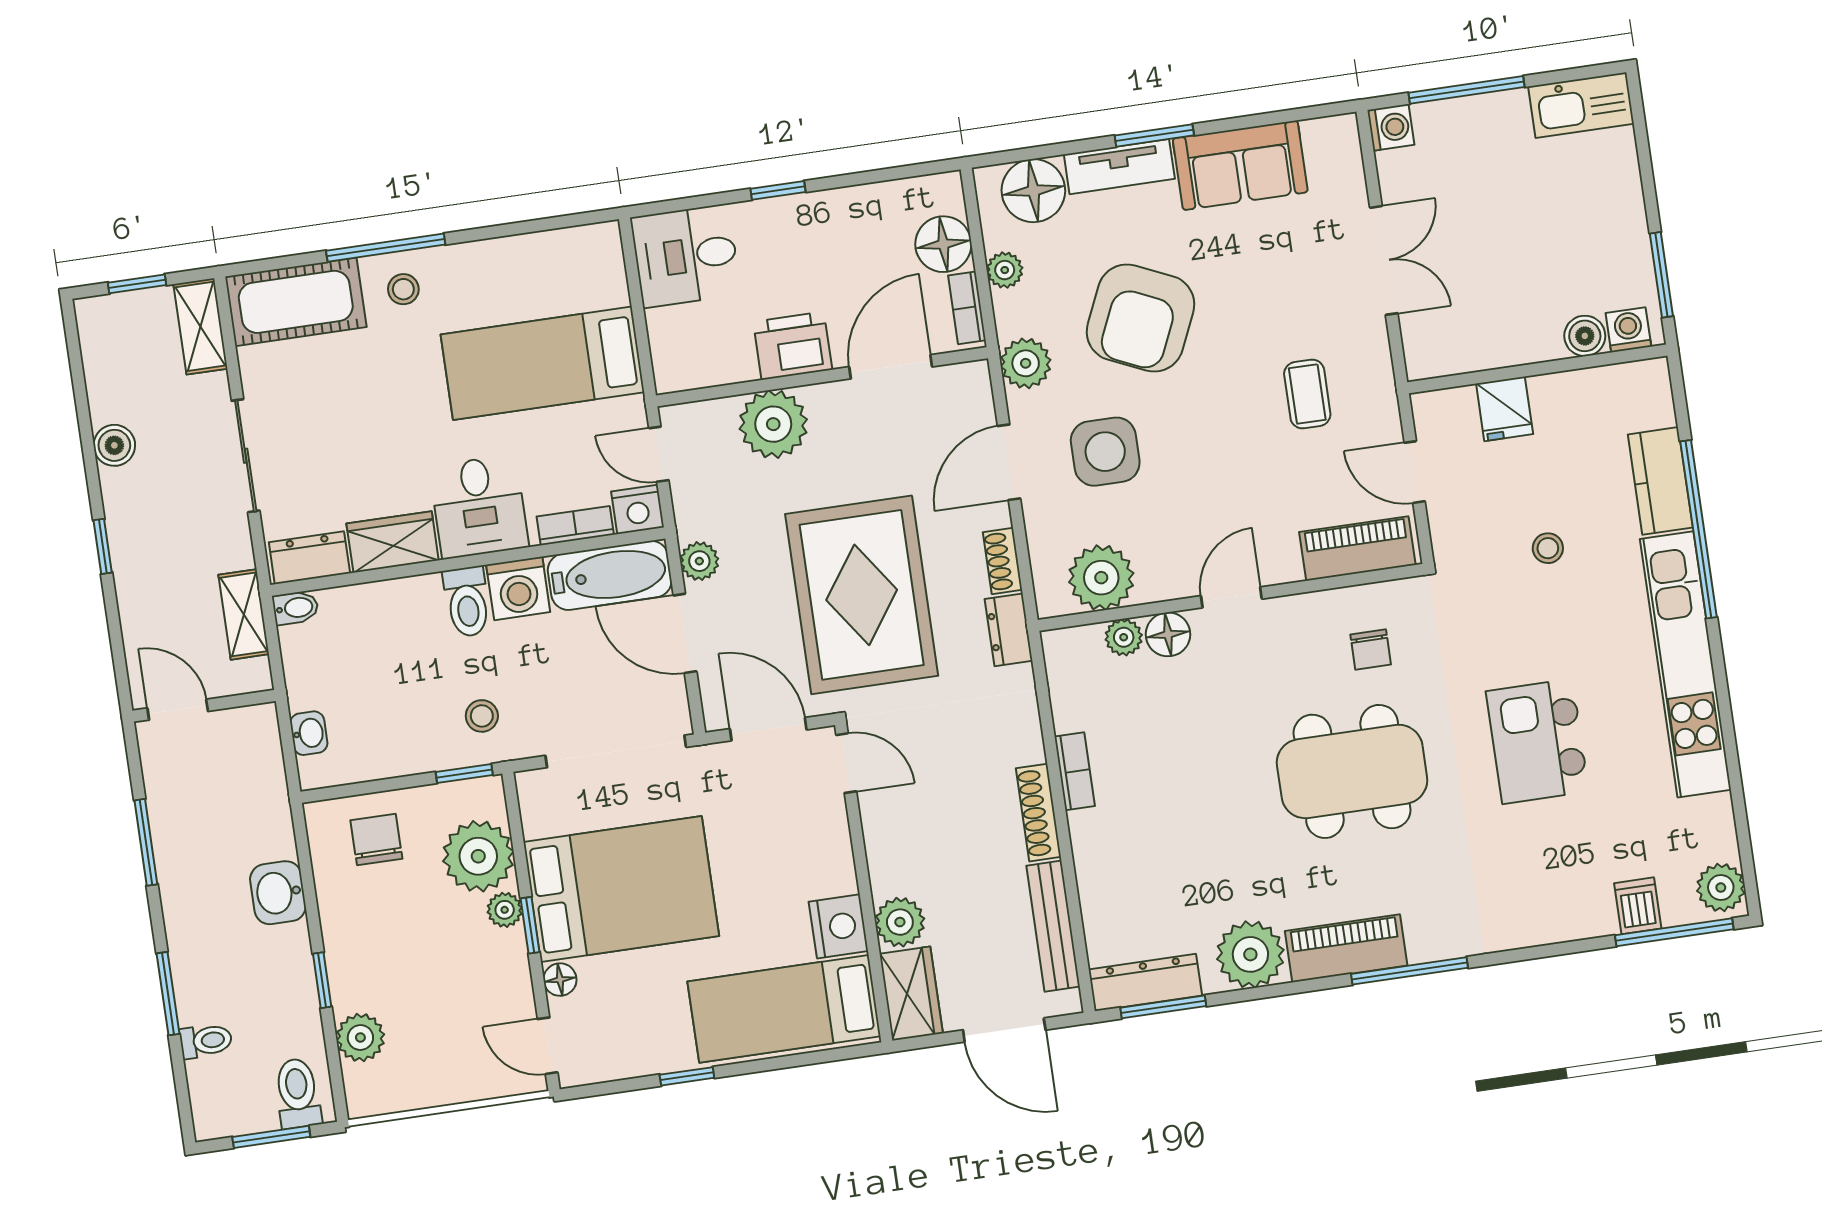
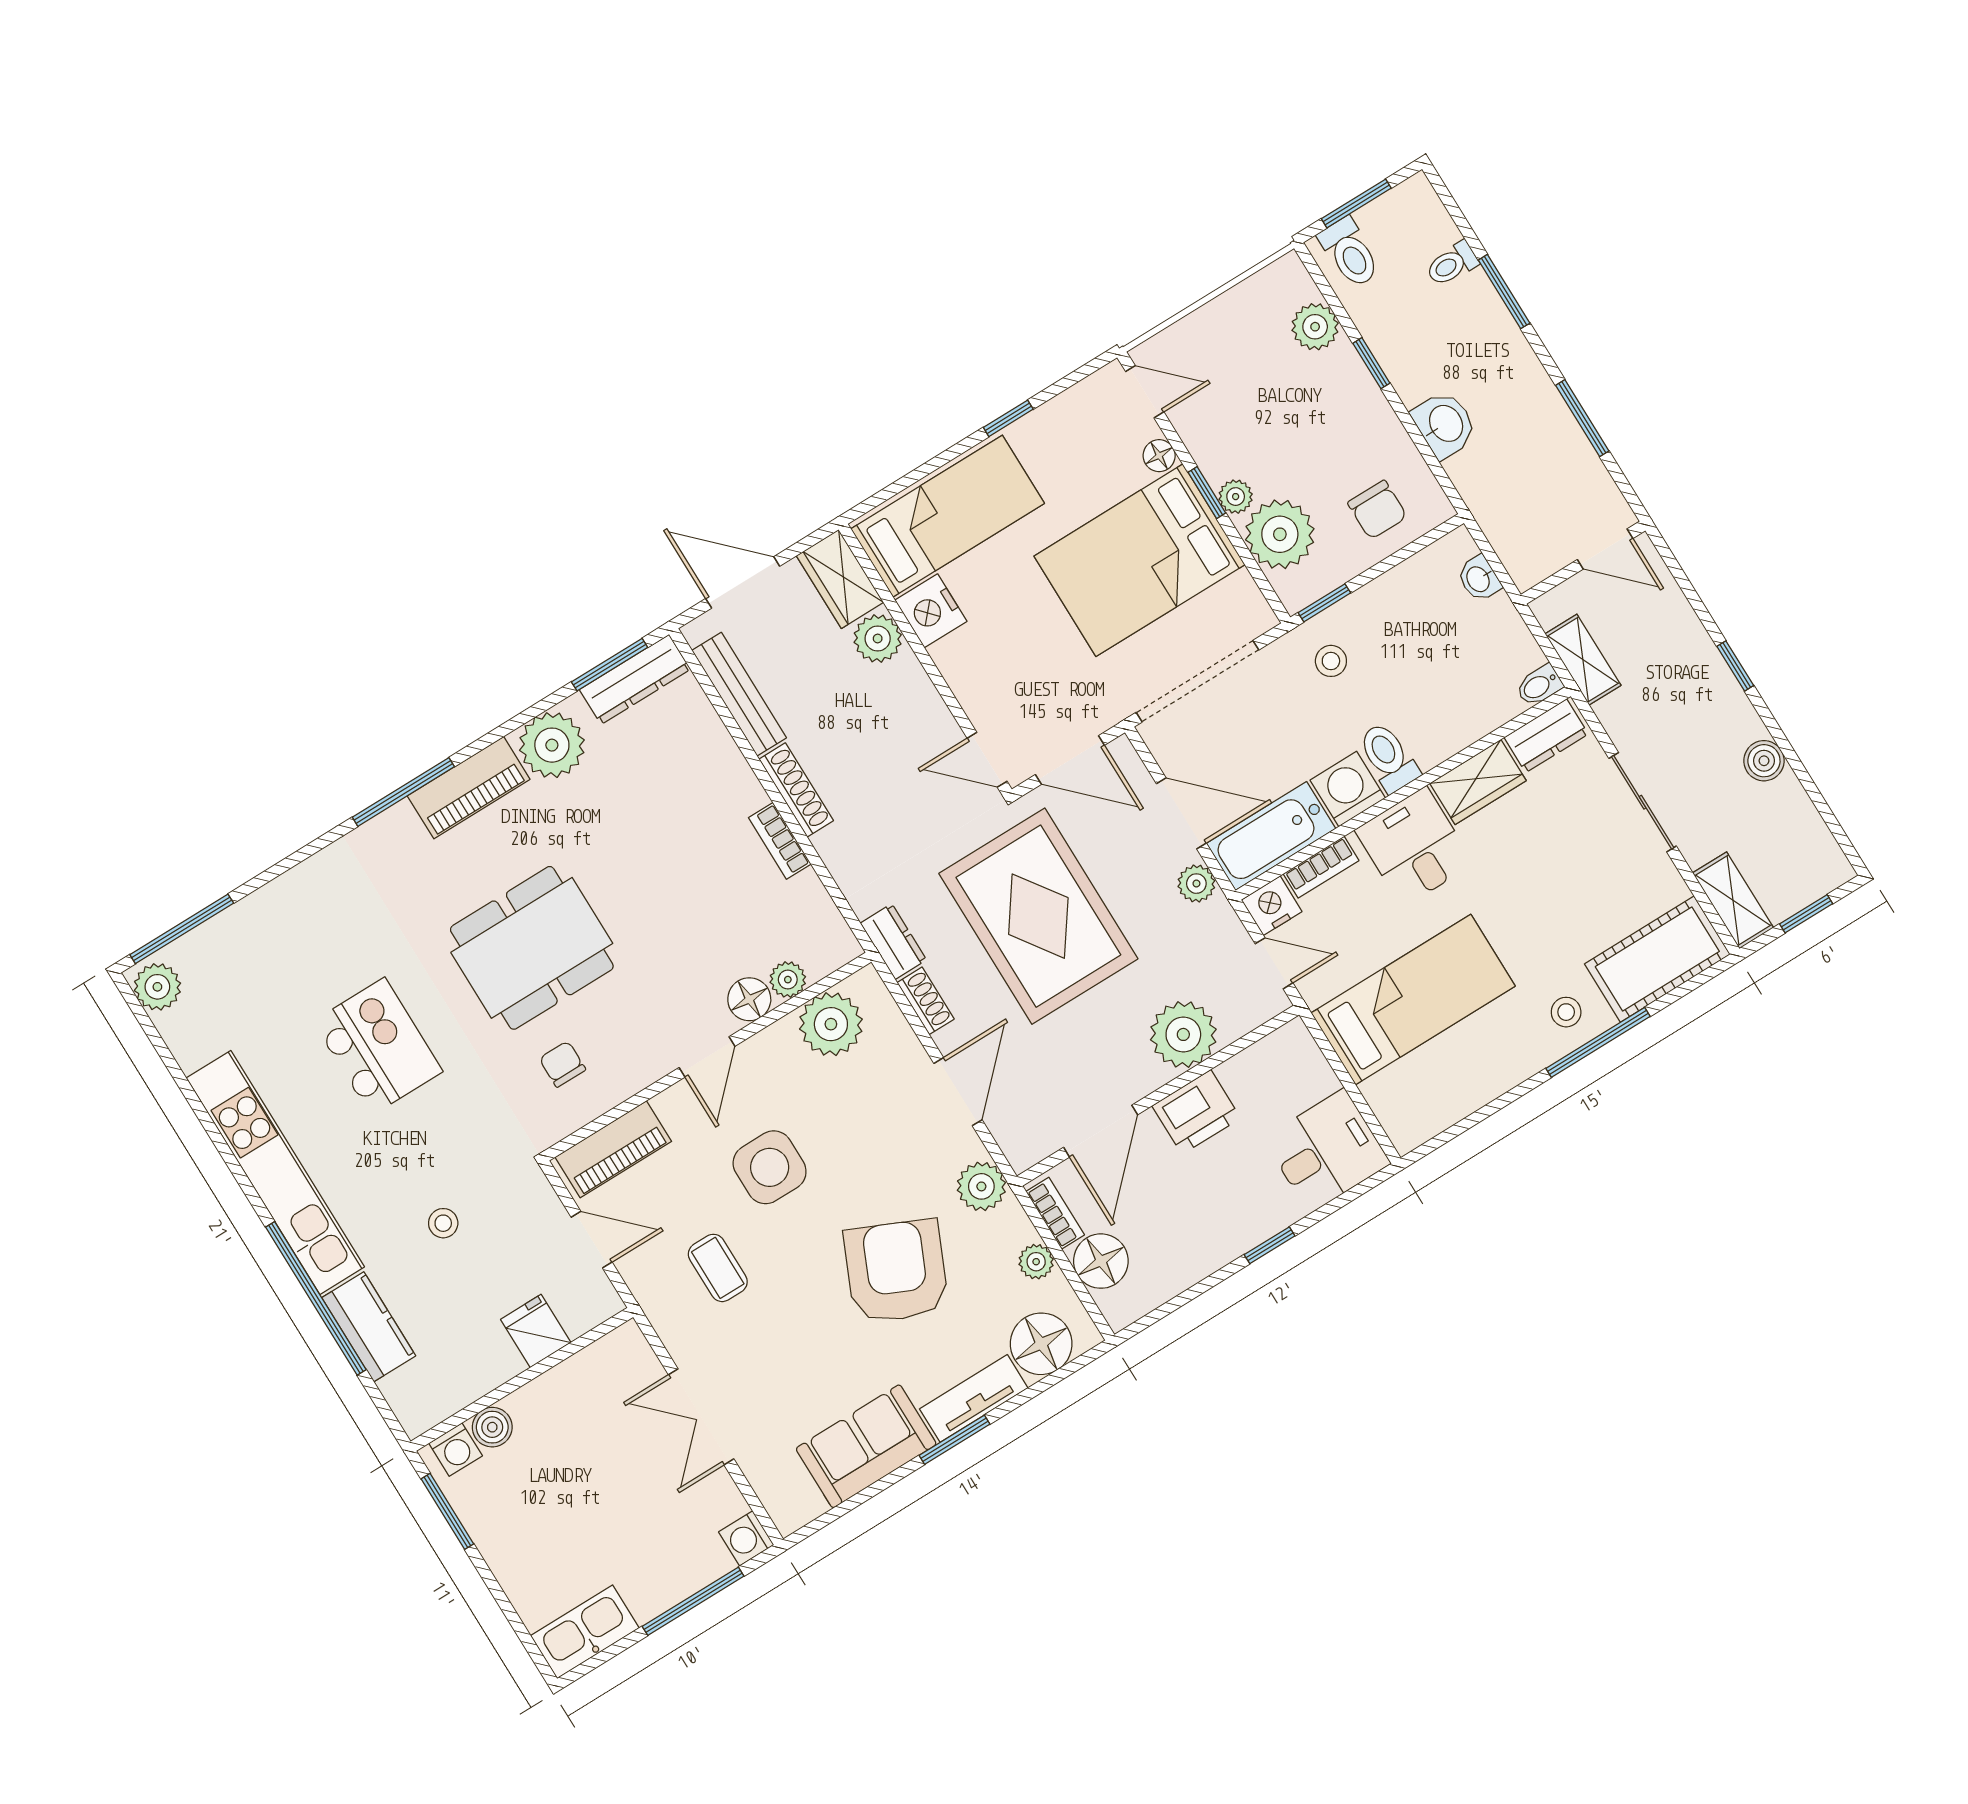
side table: (1105, 452) -> (770, 1167), moved
dishwasher: (1638, 906) -> (225, 938), removed

